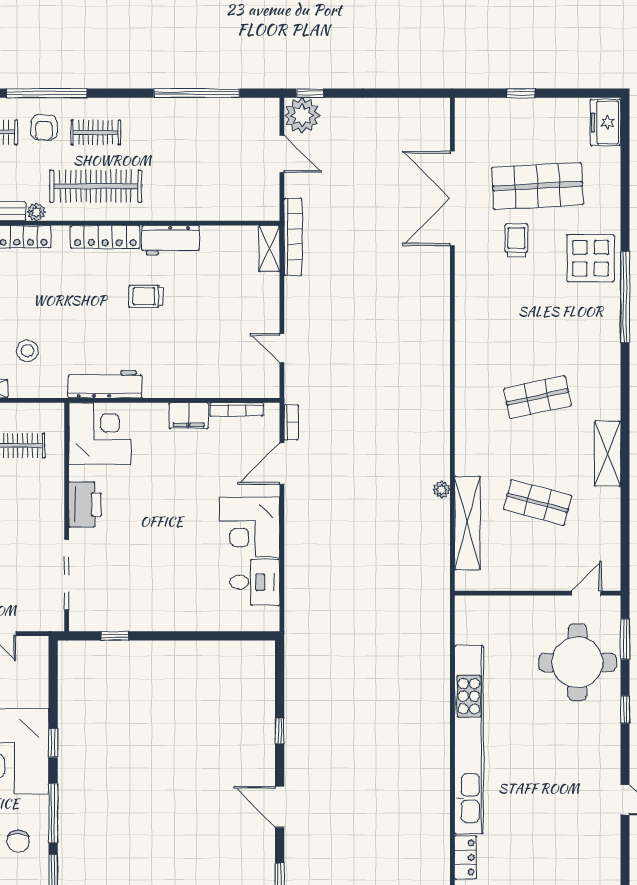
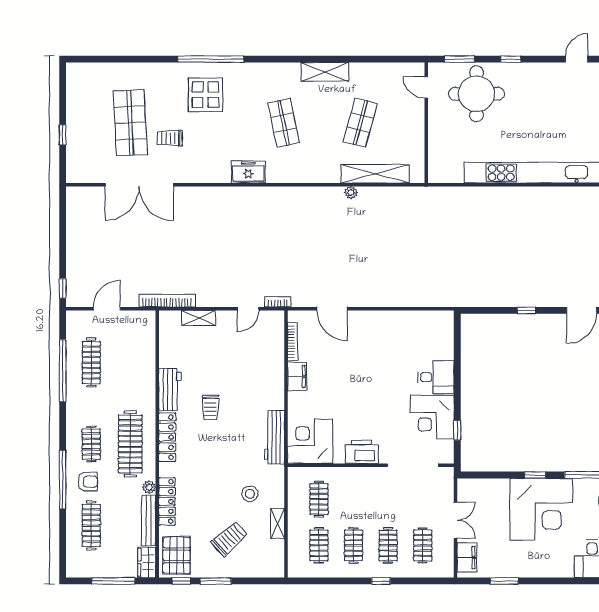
plant: (302, 115) -> (79, 294), removed
freezer: (605, 122) -> (248, 172), moved, turned 180
clothes rail: (208, 132) -> (91, 363), added
shelving: (269, 249) -> (199, 318), moved
display table: (591, 258) -> (205, 95), moved
bookcase: (291, 422) -> (278, 302), moved
corner desk: (250, 527) -> (432, 417), moved, turned 90
desk: (255, 582) -> (436, 377), moved, turned 90

